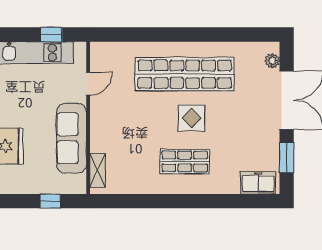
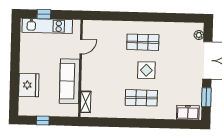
window: (51, 35) -> (44, 14), moved
shop shelf: (185, 74) -> (143, 42), width x0.50, depth x0.74
window: (50, 201) -> (43, 121), moved

